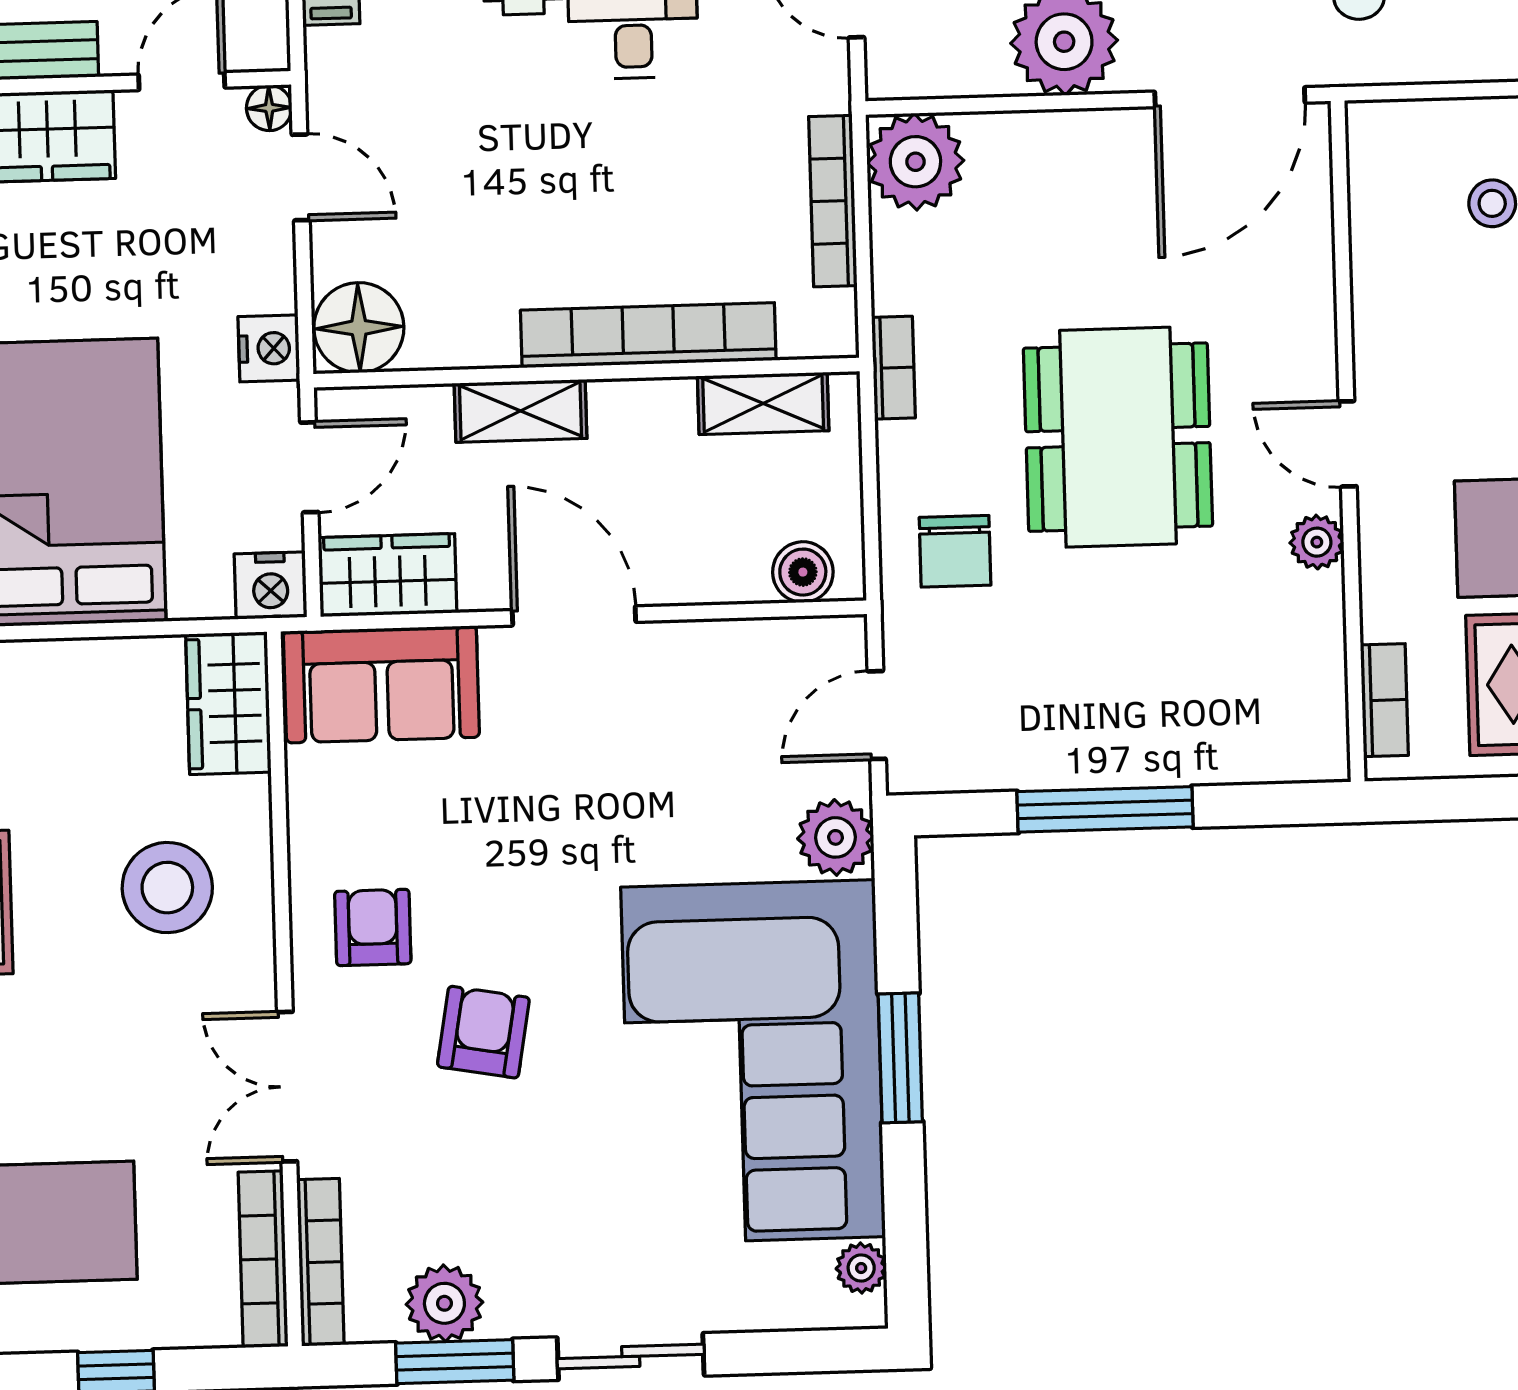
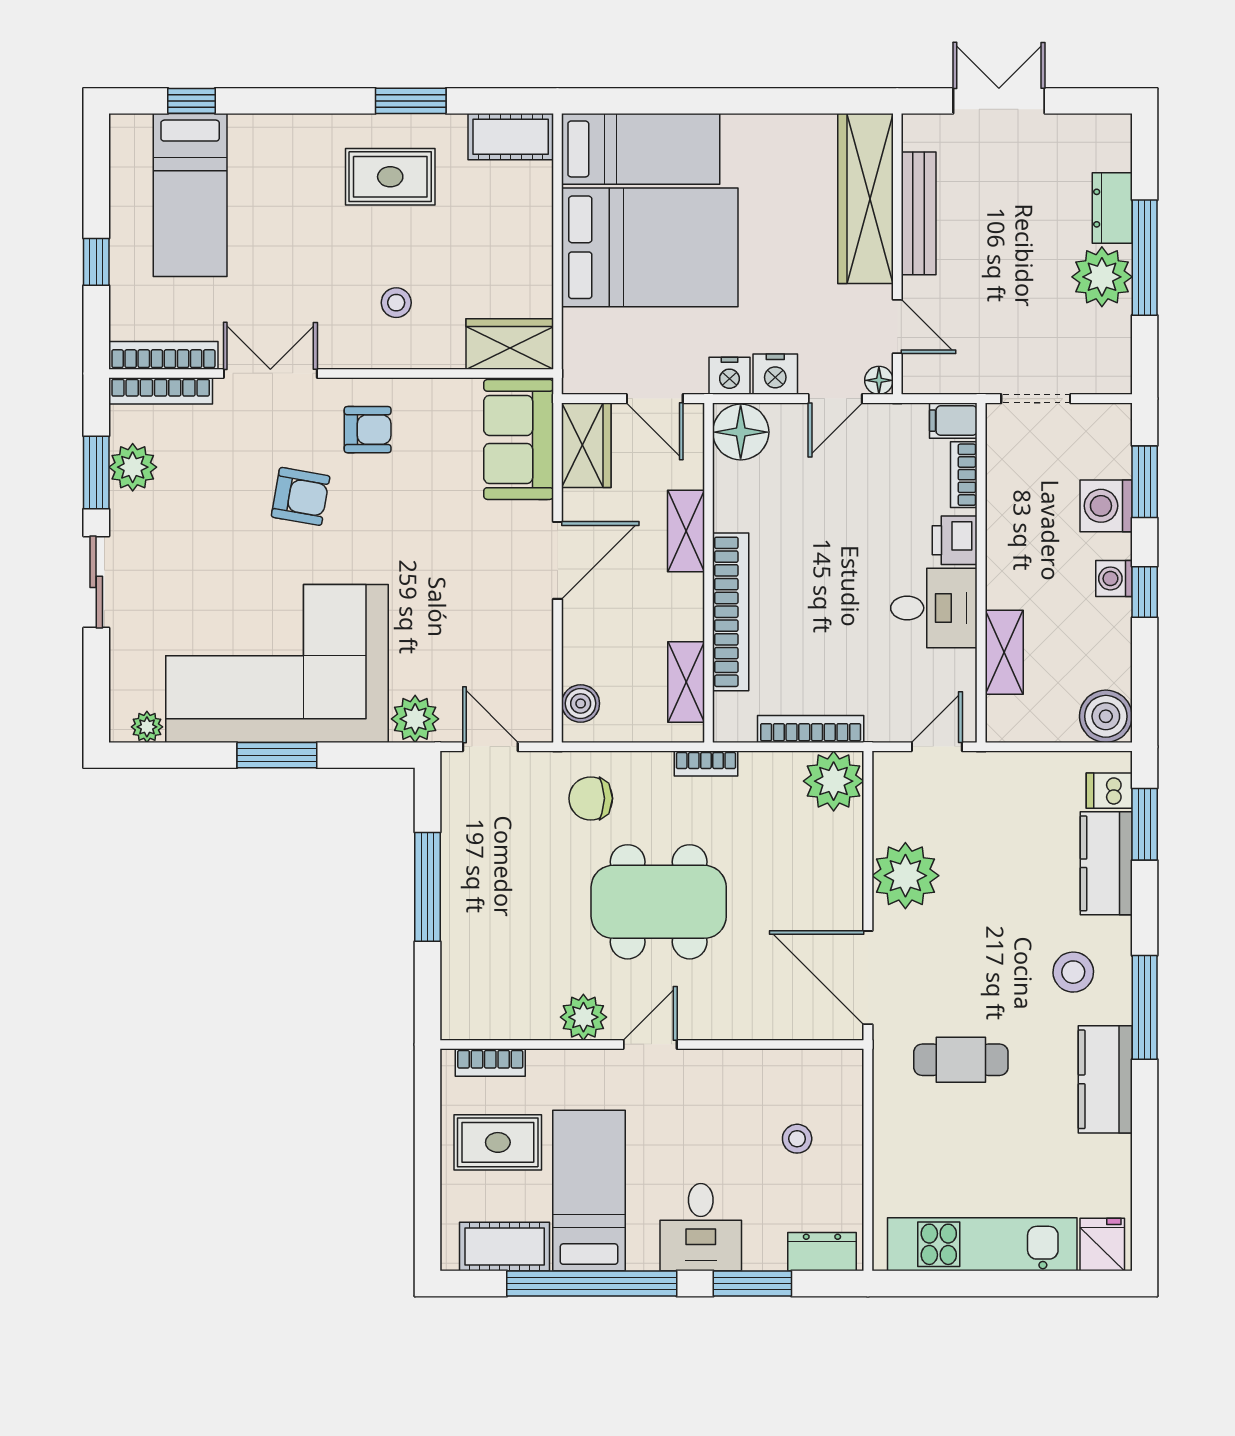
plant: (1317, 542) -> (583, 1017), width x1.38, depth x1.38
nightstand: (271, 586) -> (775, 374), moved, turned -90
stool: (167, 888) -> (396, 303), width x0.53, depth x0.53

